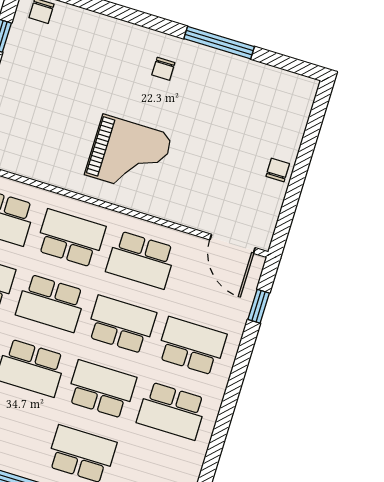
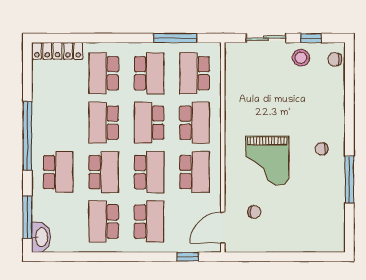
stool: (24, 58) -> (301, 58), added
grand piano: (129, 155) -> (267, 161), moved
chair: (278, 170) -> (254, 212), moved
school desk: (141, 260) -> (195, 172), turned 180

